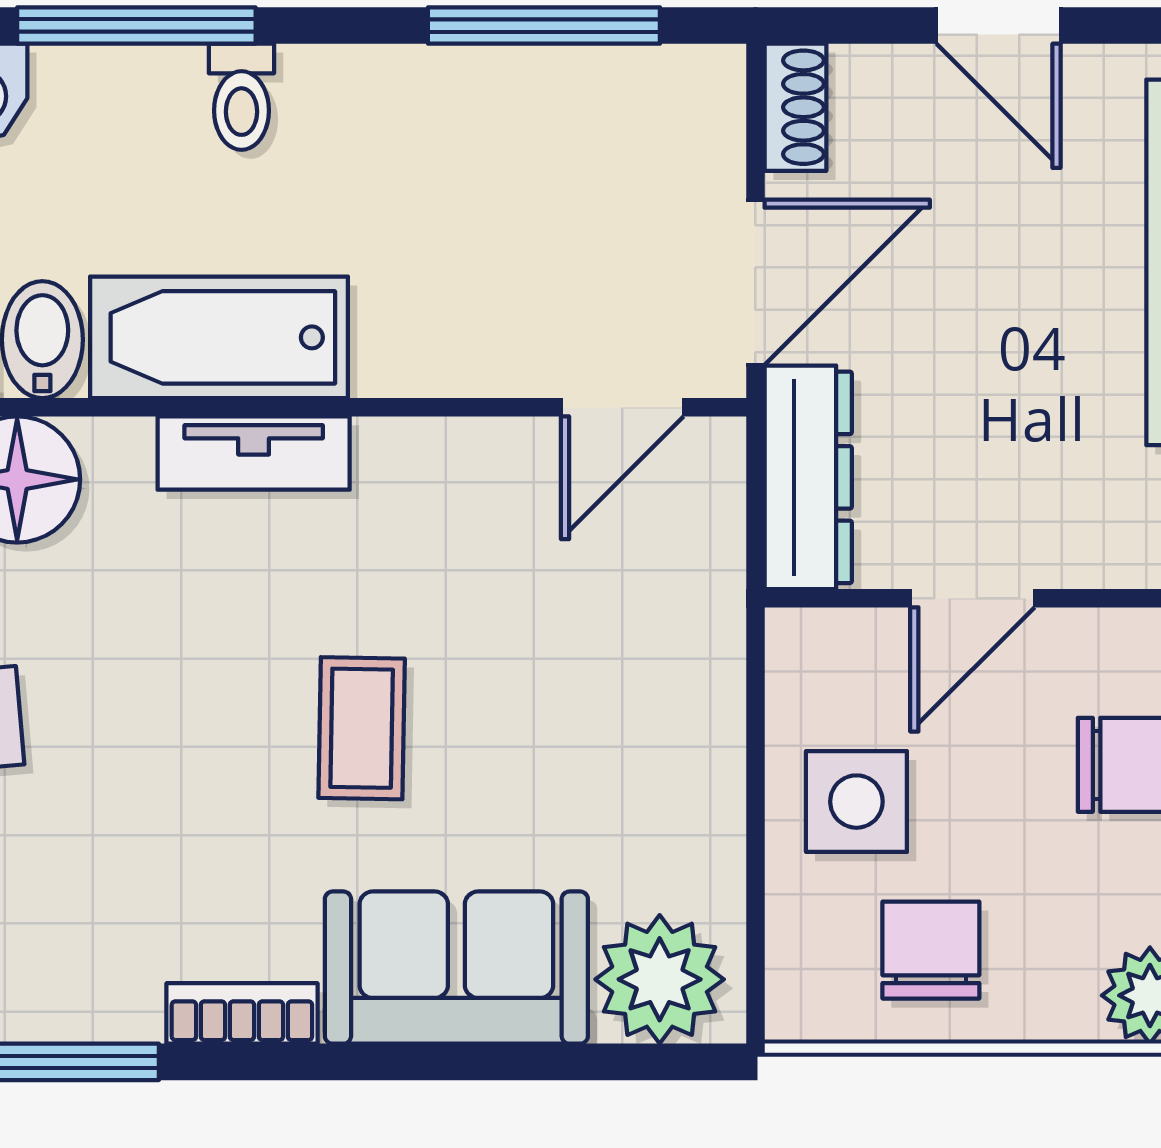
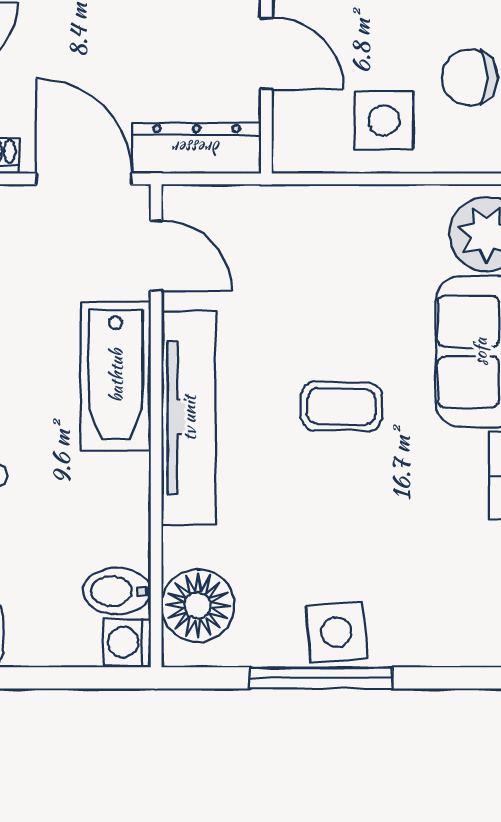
bathtub: (219, 337) -> (116, 376), moved
tv unit: (254, 453) -> (189, 418), width x1.92, depth x1.29

